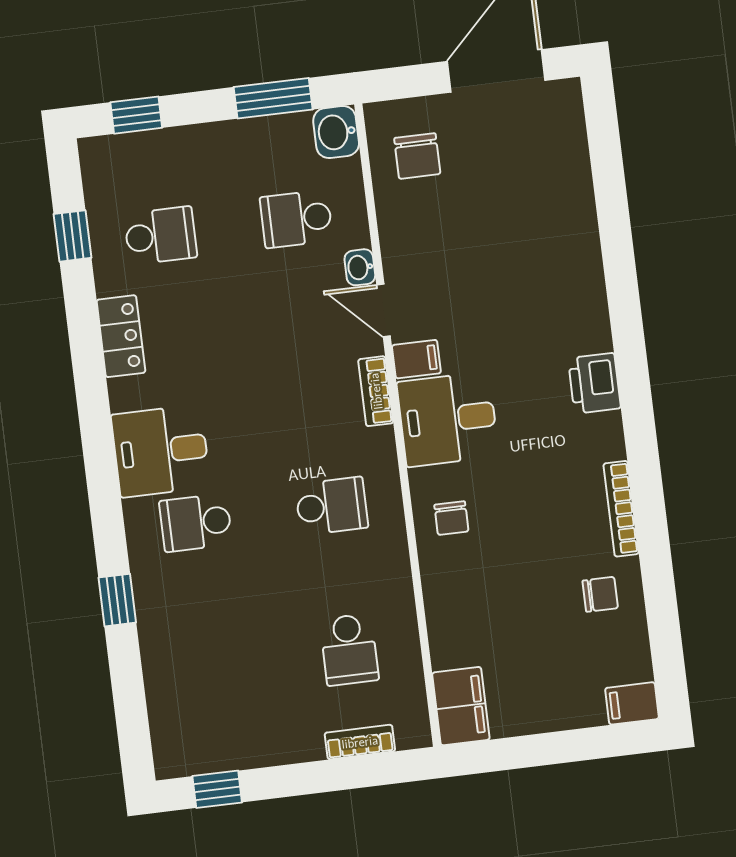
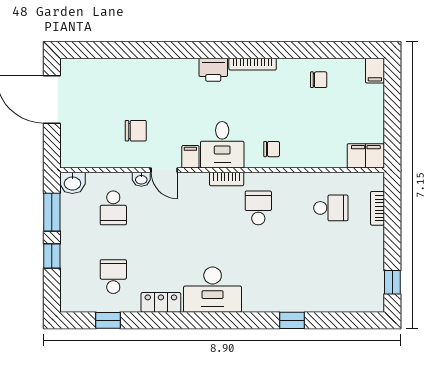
window: (136, 115) -> (52, 256), moved
chair: (417, 156) -> (136, 131), moved
door: (384, 311) -> (164, 170), hinge flipped
bookcase: (376, 391) -> (227, 179), moved
desk: (161, 451) -> (213, 290), width x1.37
bookcase: (621, 509) -> (253, 64), moved
school desk: (196, 523) -> (258, 277), removed
chair: (600, 594) -> (319, 80), turned 90

